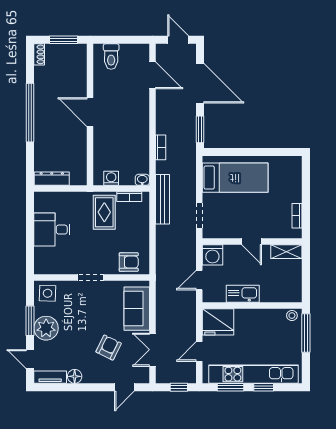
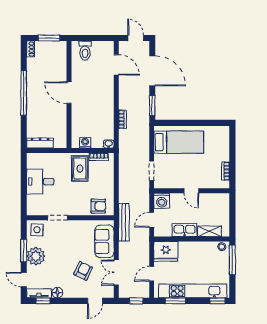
bench: (162, 199) -> (124, 222), moved
shelving: (286, 252) -> (210, 231), moved
doorway: (91, 277) -> (57, 218), moved
window: (56, 387) -> (43, 301), added
window: (264, 387) -> (217, 301), moved

